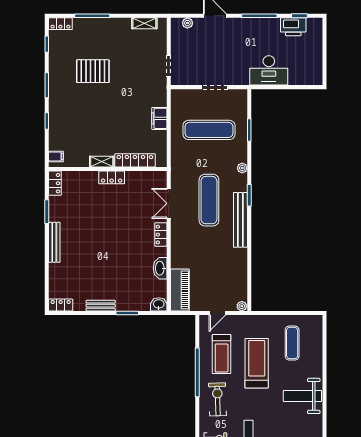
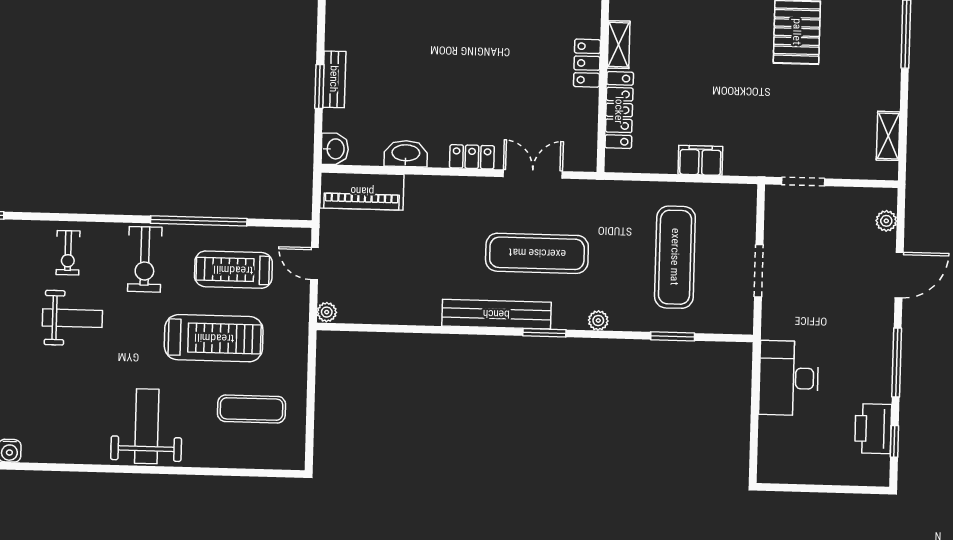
bench: (101, 306) -> (334, 79), moved
exercise bike: (218, 399) -> (145, 259), turned 92

